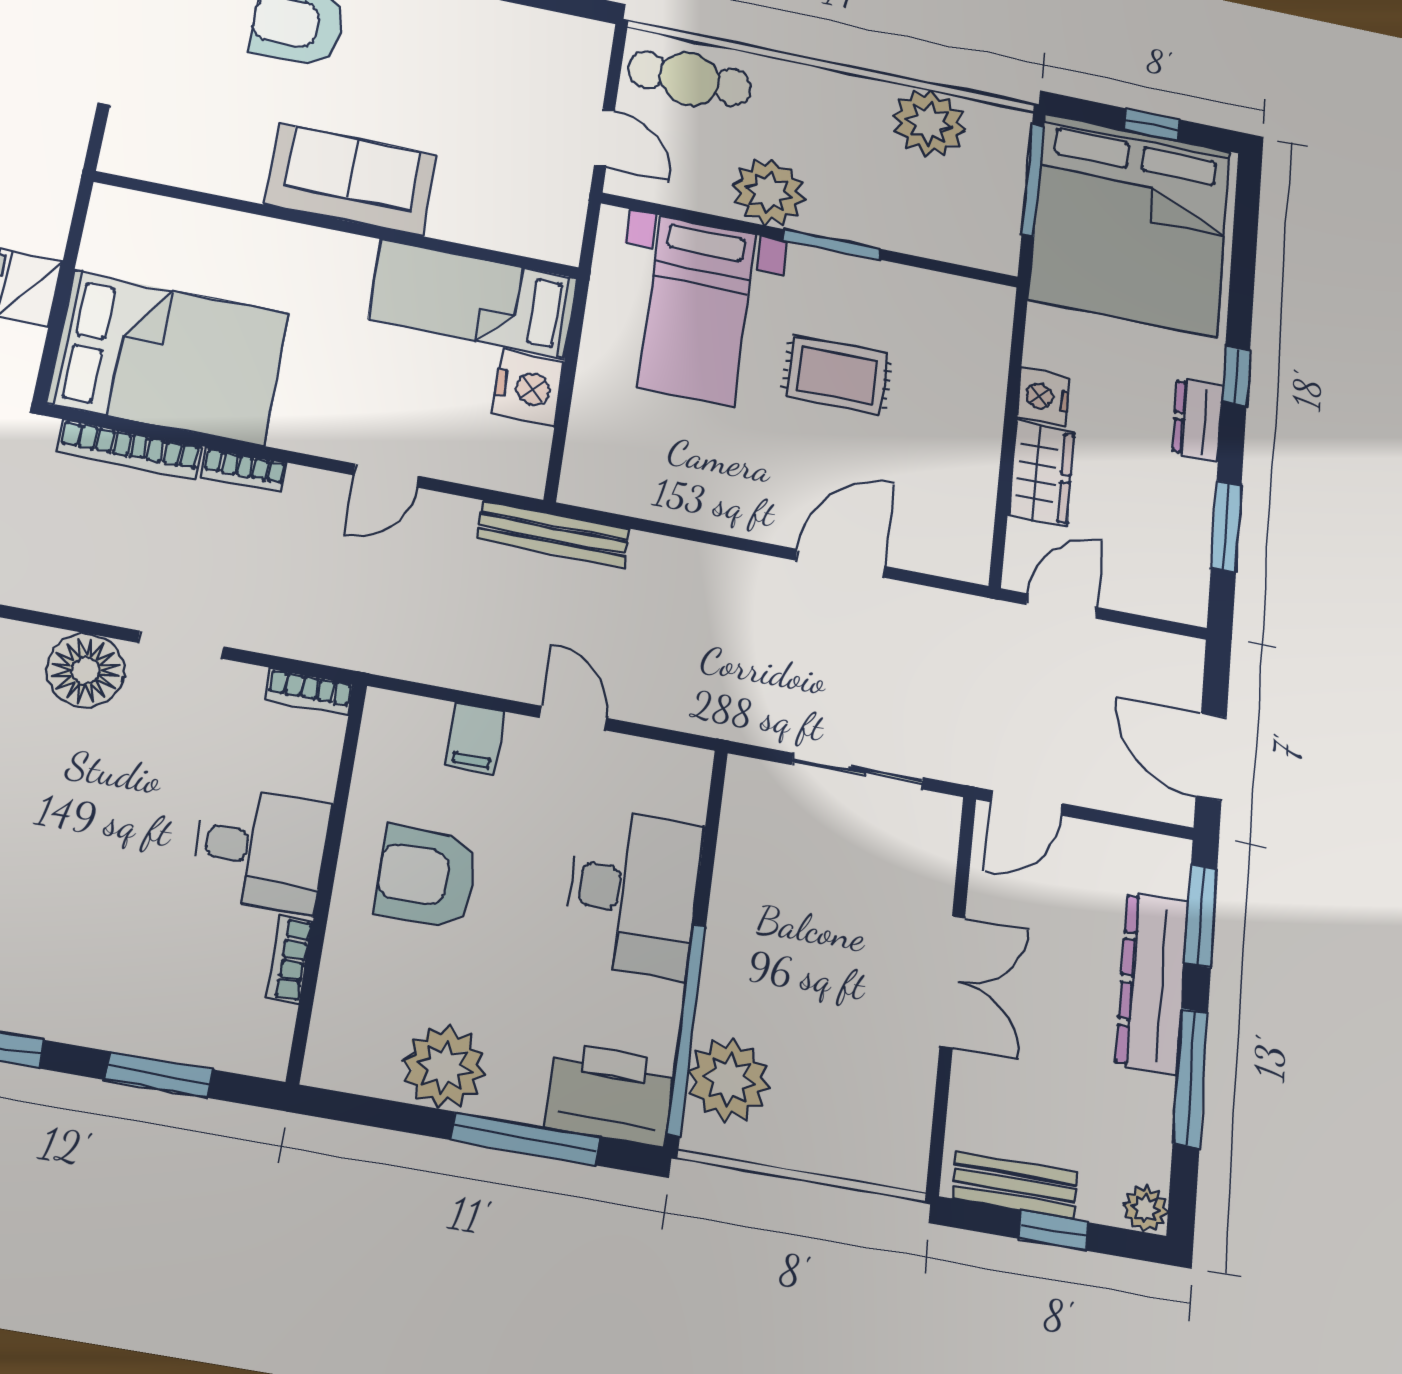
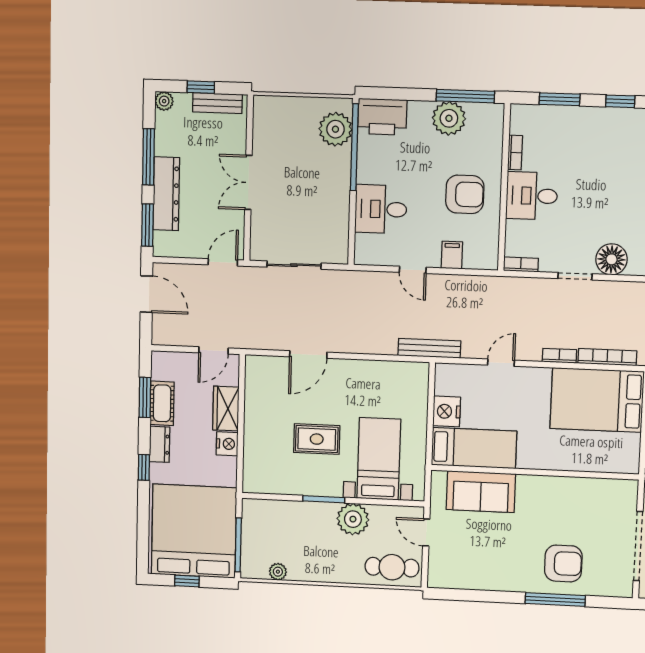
plant: (929, 123) -> (278, 572), width x0.53, depth x0.53
sofa: (351, 180) -> (481, 492), moved
cot: (1187, 508) -> (162, 403), added
desk: (633, 892) -> (381, 209), width x0.73
window: (525, 1139) -> (465, 96), moved

